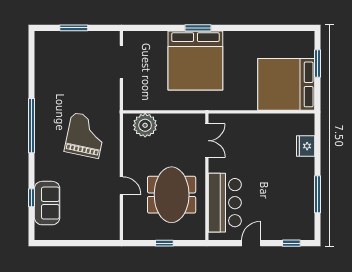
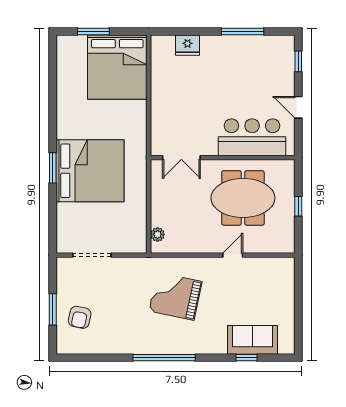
armchair: (67, 51) -> (80, 317), added
plant: (145, 125) -> (158, 234), width x0.53, depth x0.53
double door: (207, 141) -> (181, 158), swing flipped

